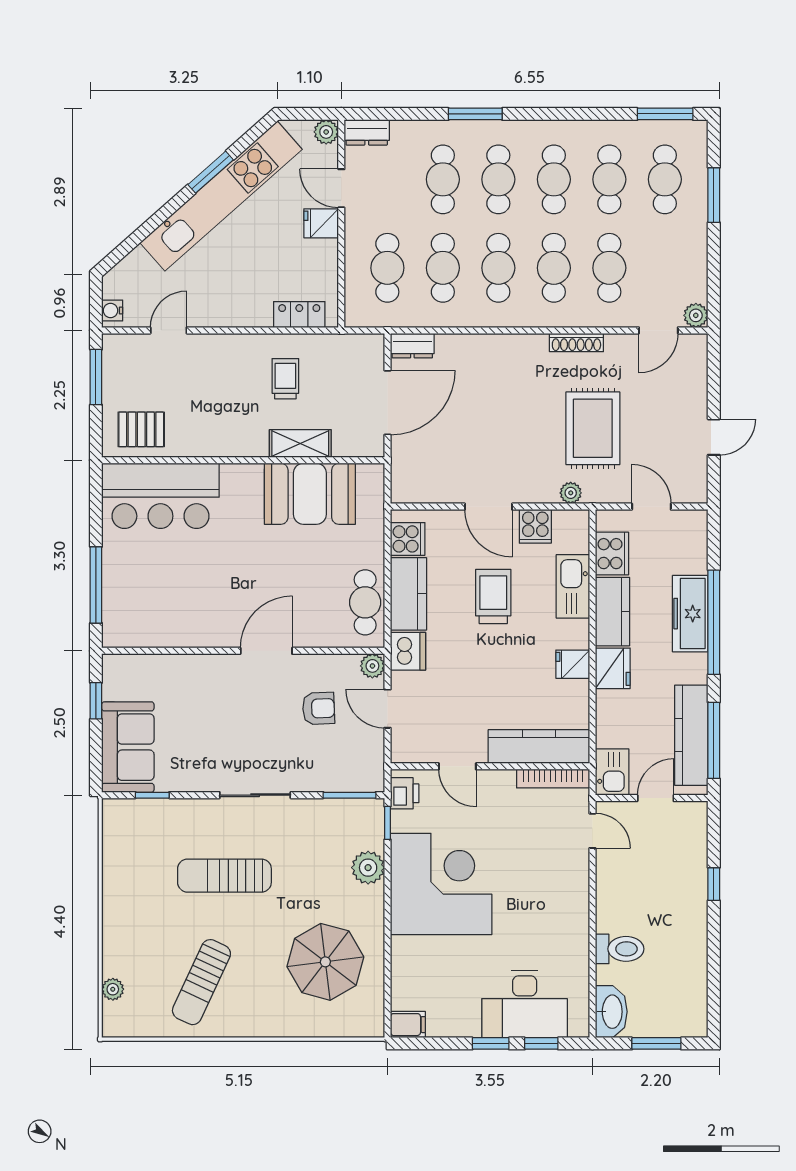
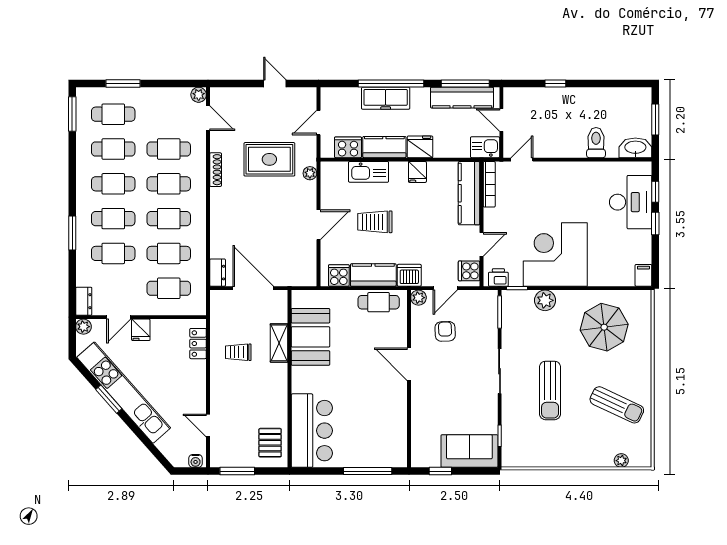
cooker: (535, 526) -> (469, 271), moved, turned 180

